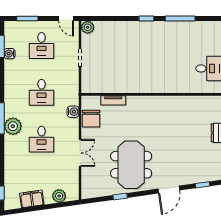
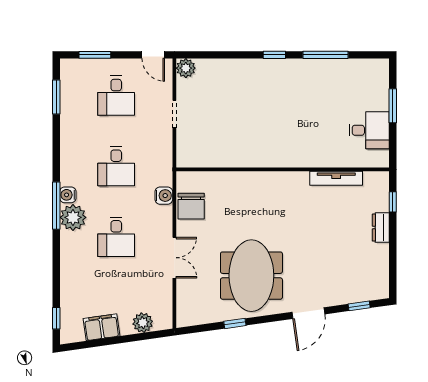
water cooler: (9, 54) -> (68, 195), moved
tv unit: (113, 100) -> (336, 178), moved, width x1.41

